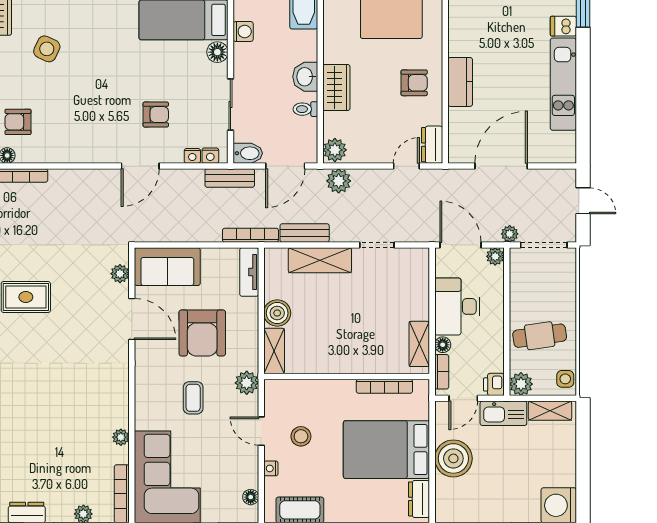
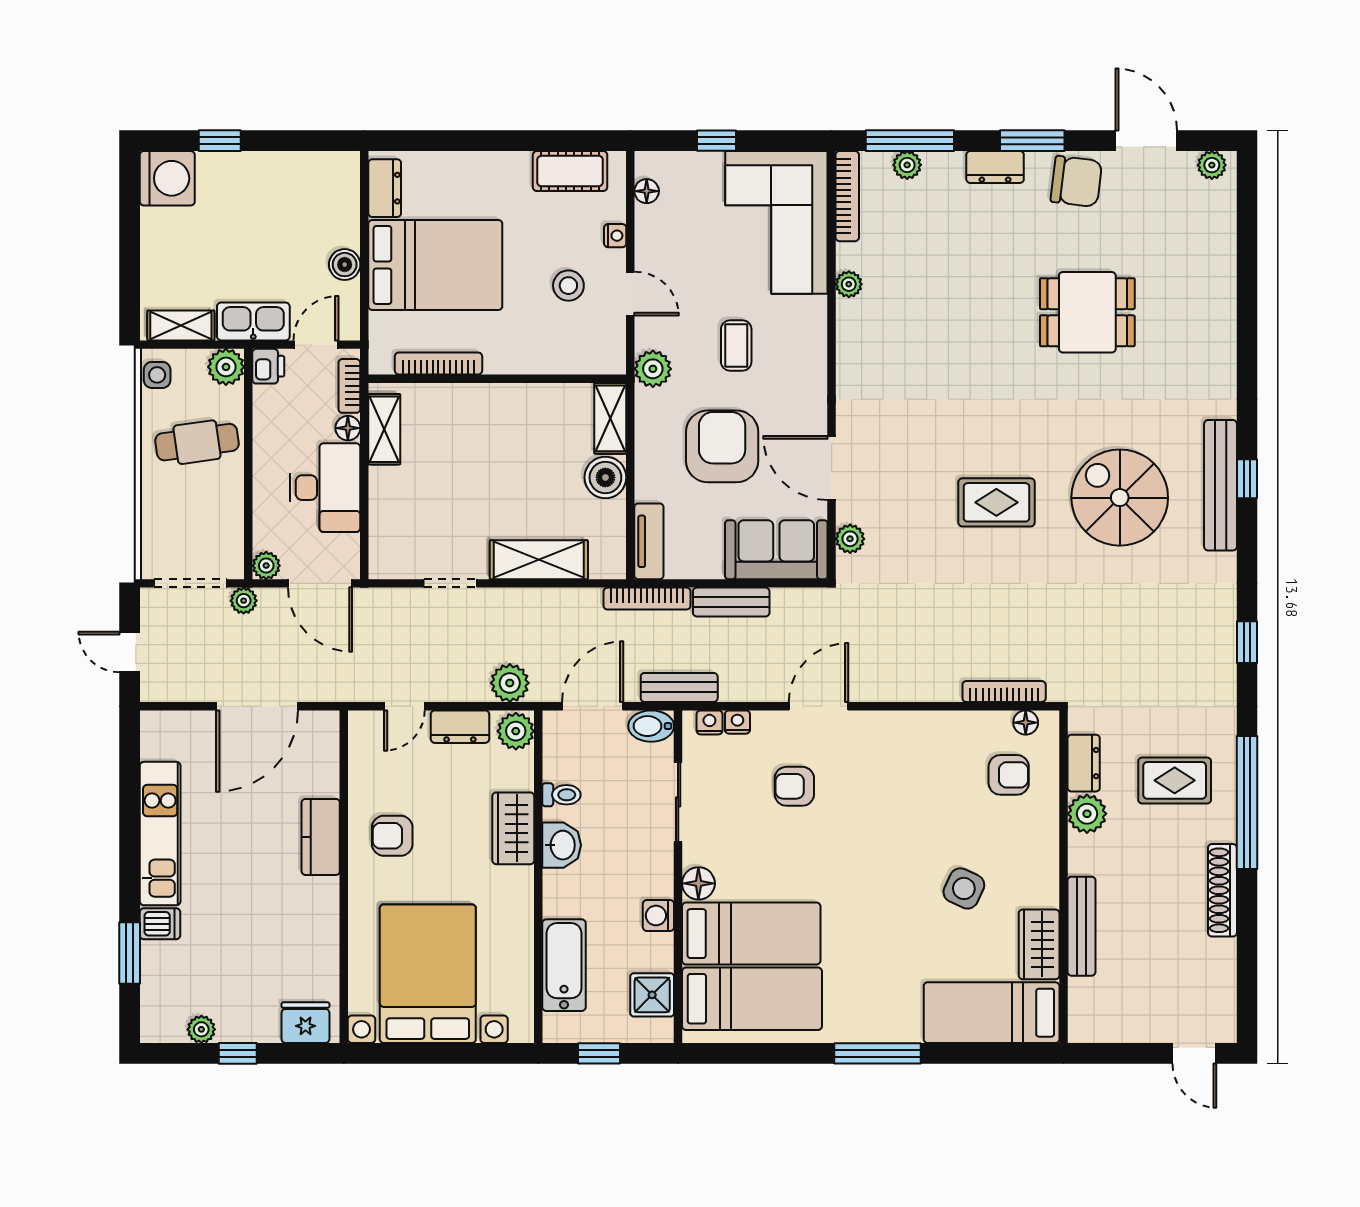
dresser: (432, 145) -> (460, 727), moved, turned 90
bench: (305, 233) -> (731, 602), moved
boiler: (453, 458) -> (345, 265), width x0.54, depth x0.54

